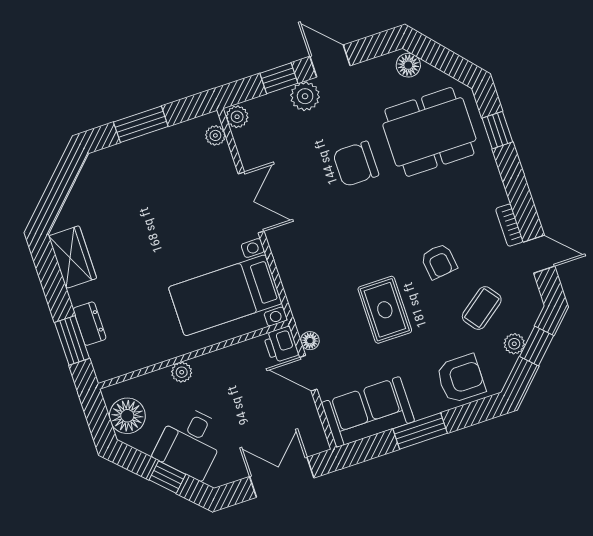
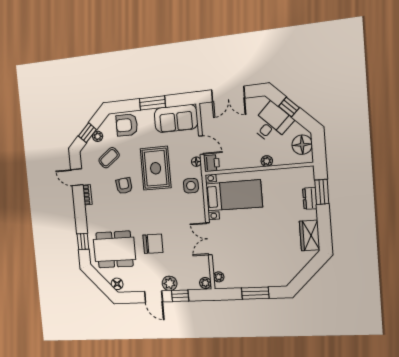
side table: (309, 293) -> (191, 186), added
rug: (385, 310) -> (156, 168), width x1.36, depth x1.43

